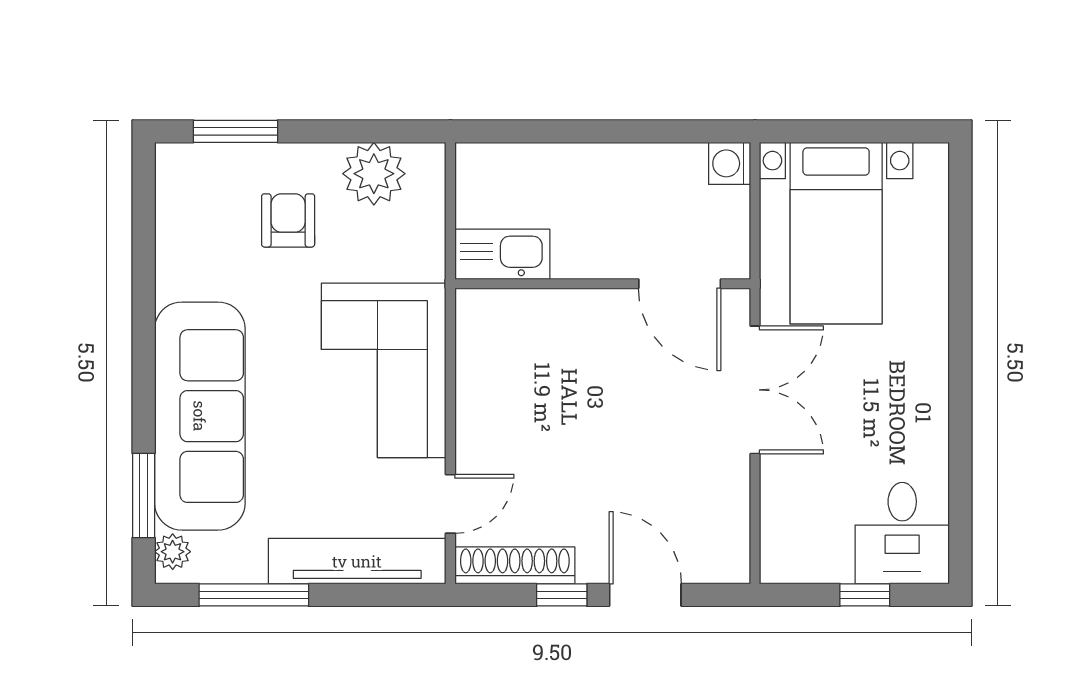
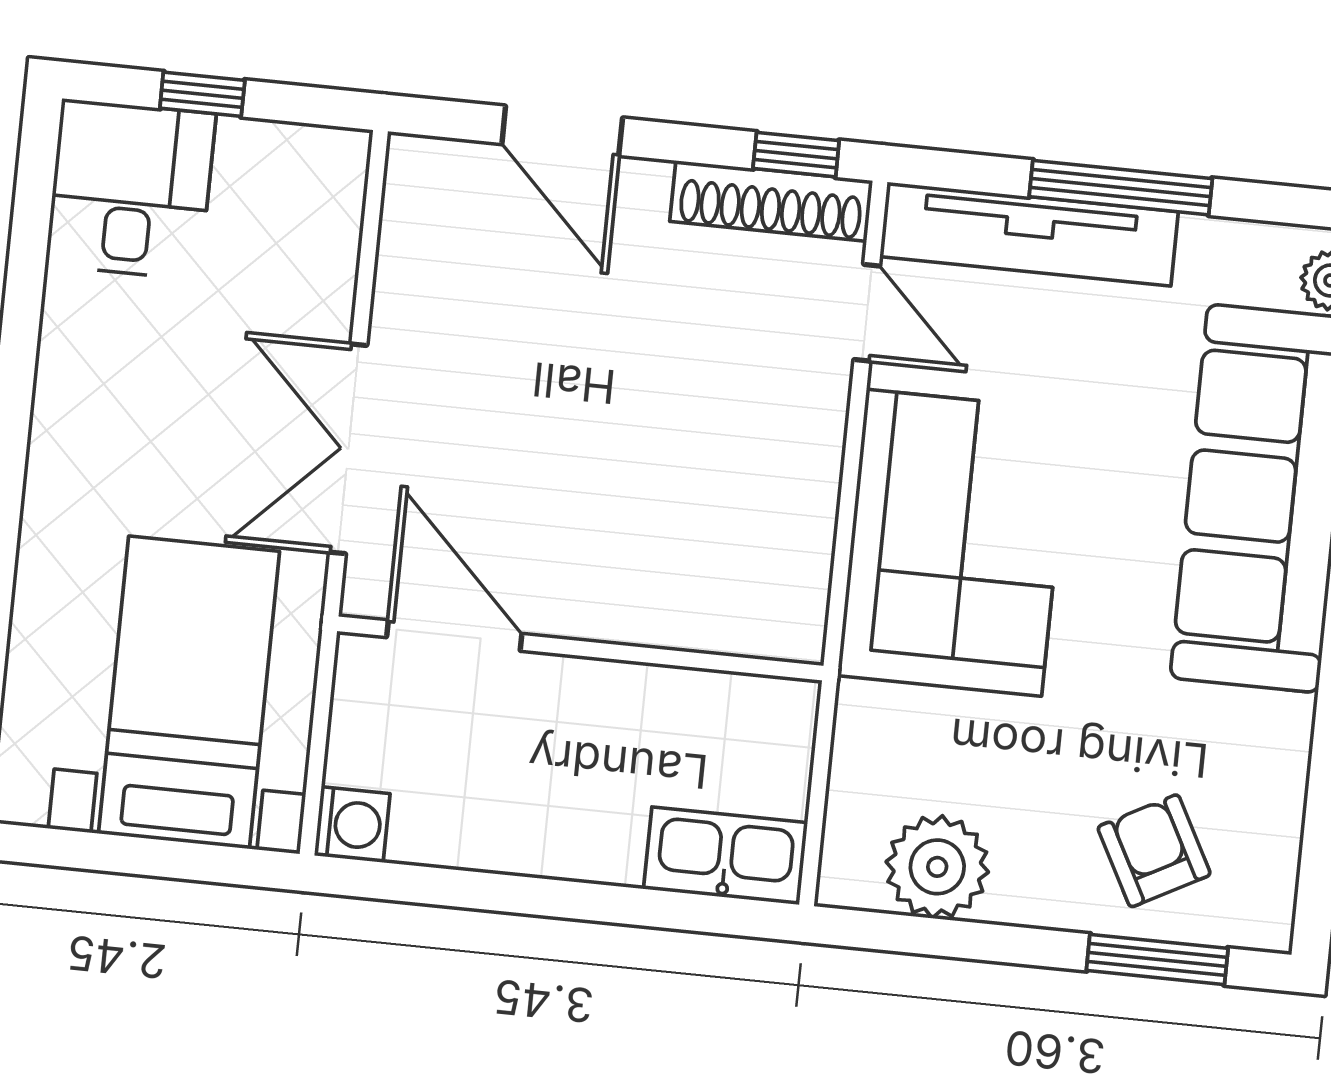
armchair: (288, 220) -> (1154, 851), moved, turned 152
kitchen sink: (502, 254) -> (726, 856), moved, turned 180
door: (450, 504) -> (867, 313), swing flipped
window: (254, 595) -> (1121, 188), moved
window: (562, 595) -> (796, 155), moved

